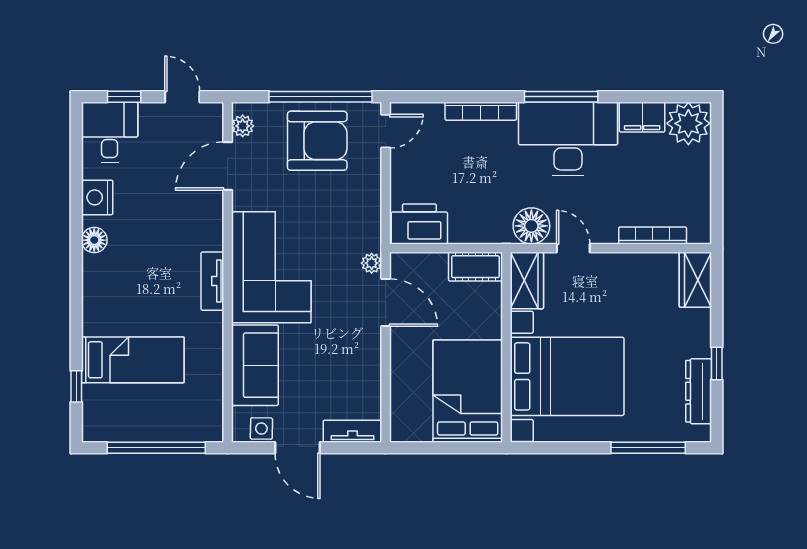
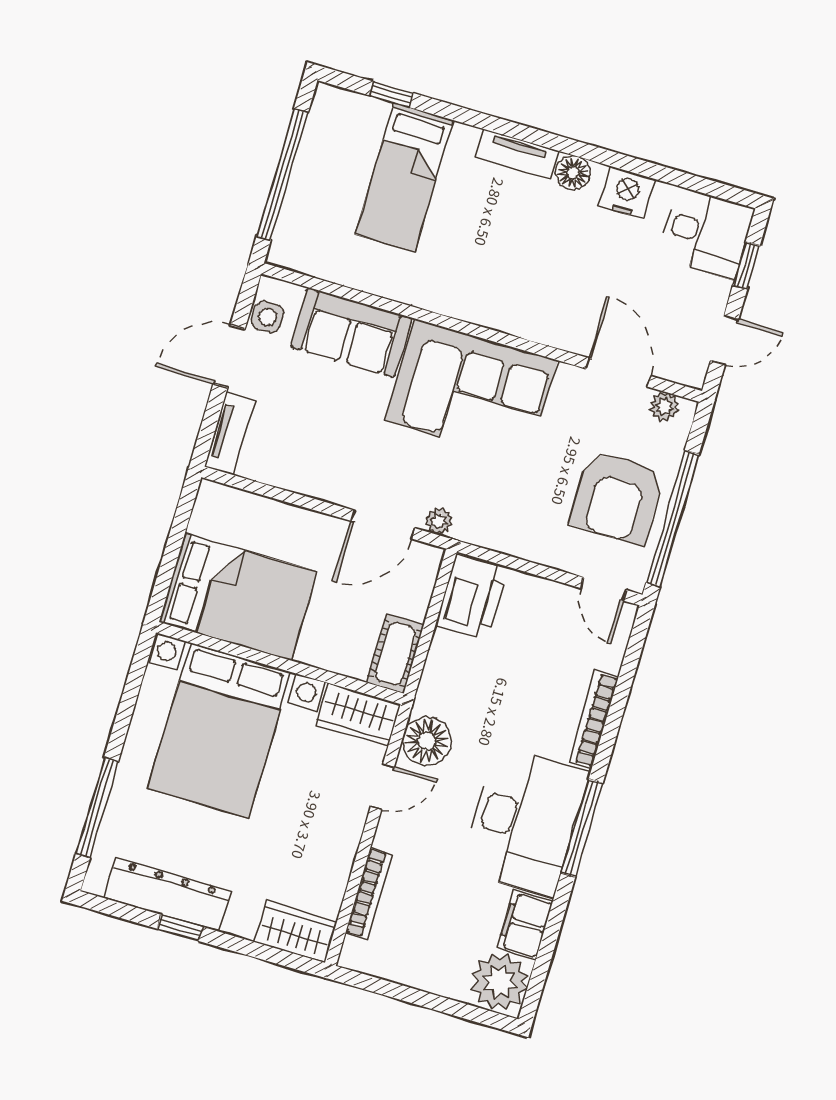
tv unit: (212, 281) -> (517, 154), moved, turned 180
dresser: (699, 391) -> (167, 895), width x1.37, depth x1.24

